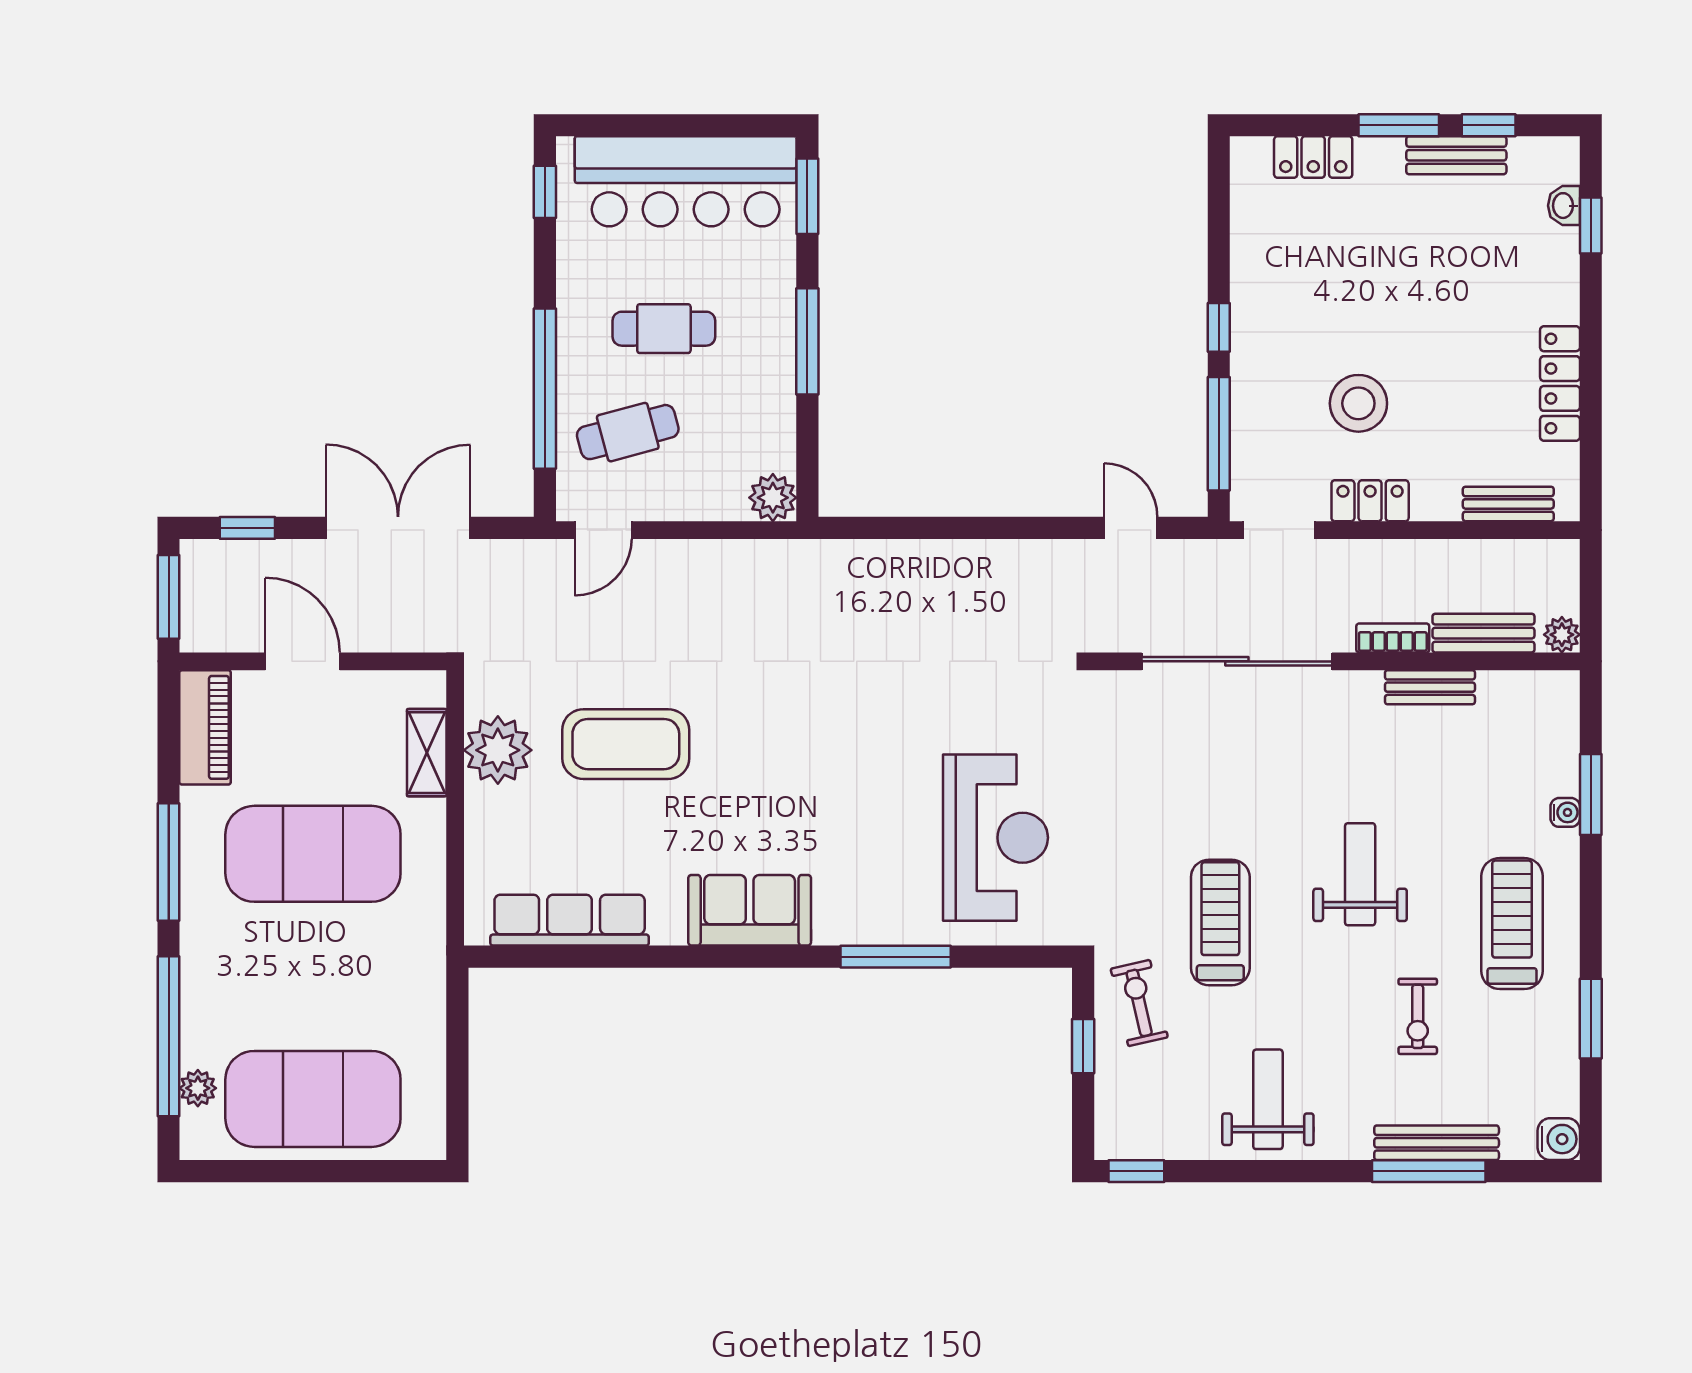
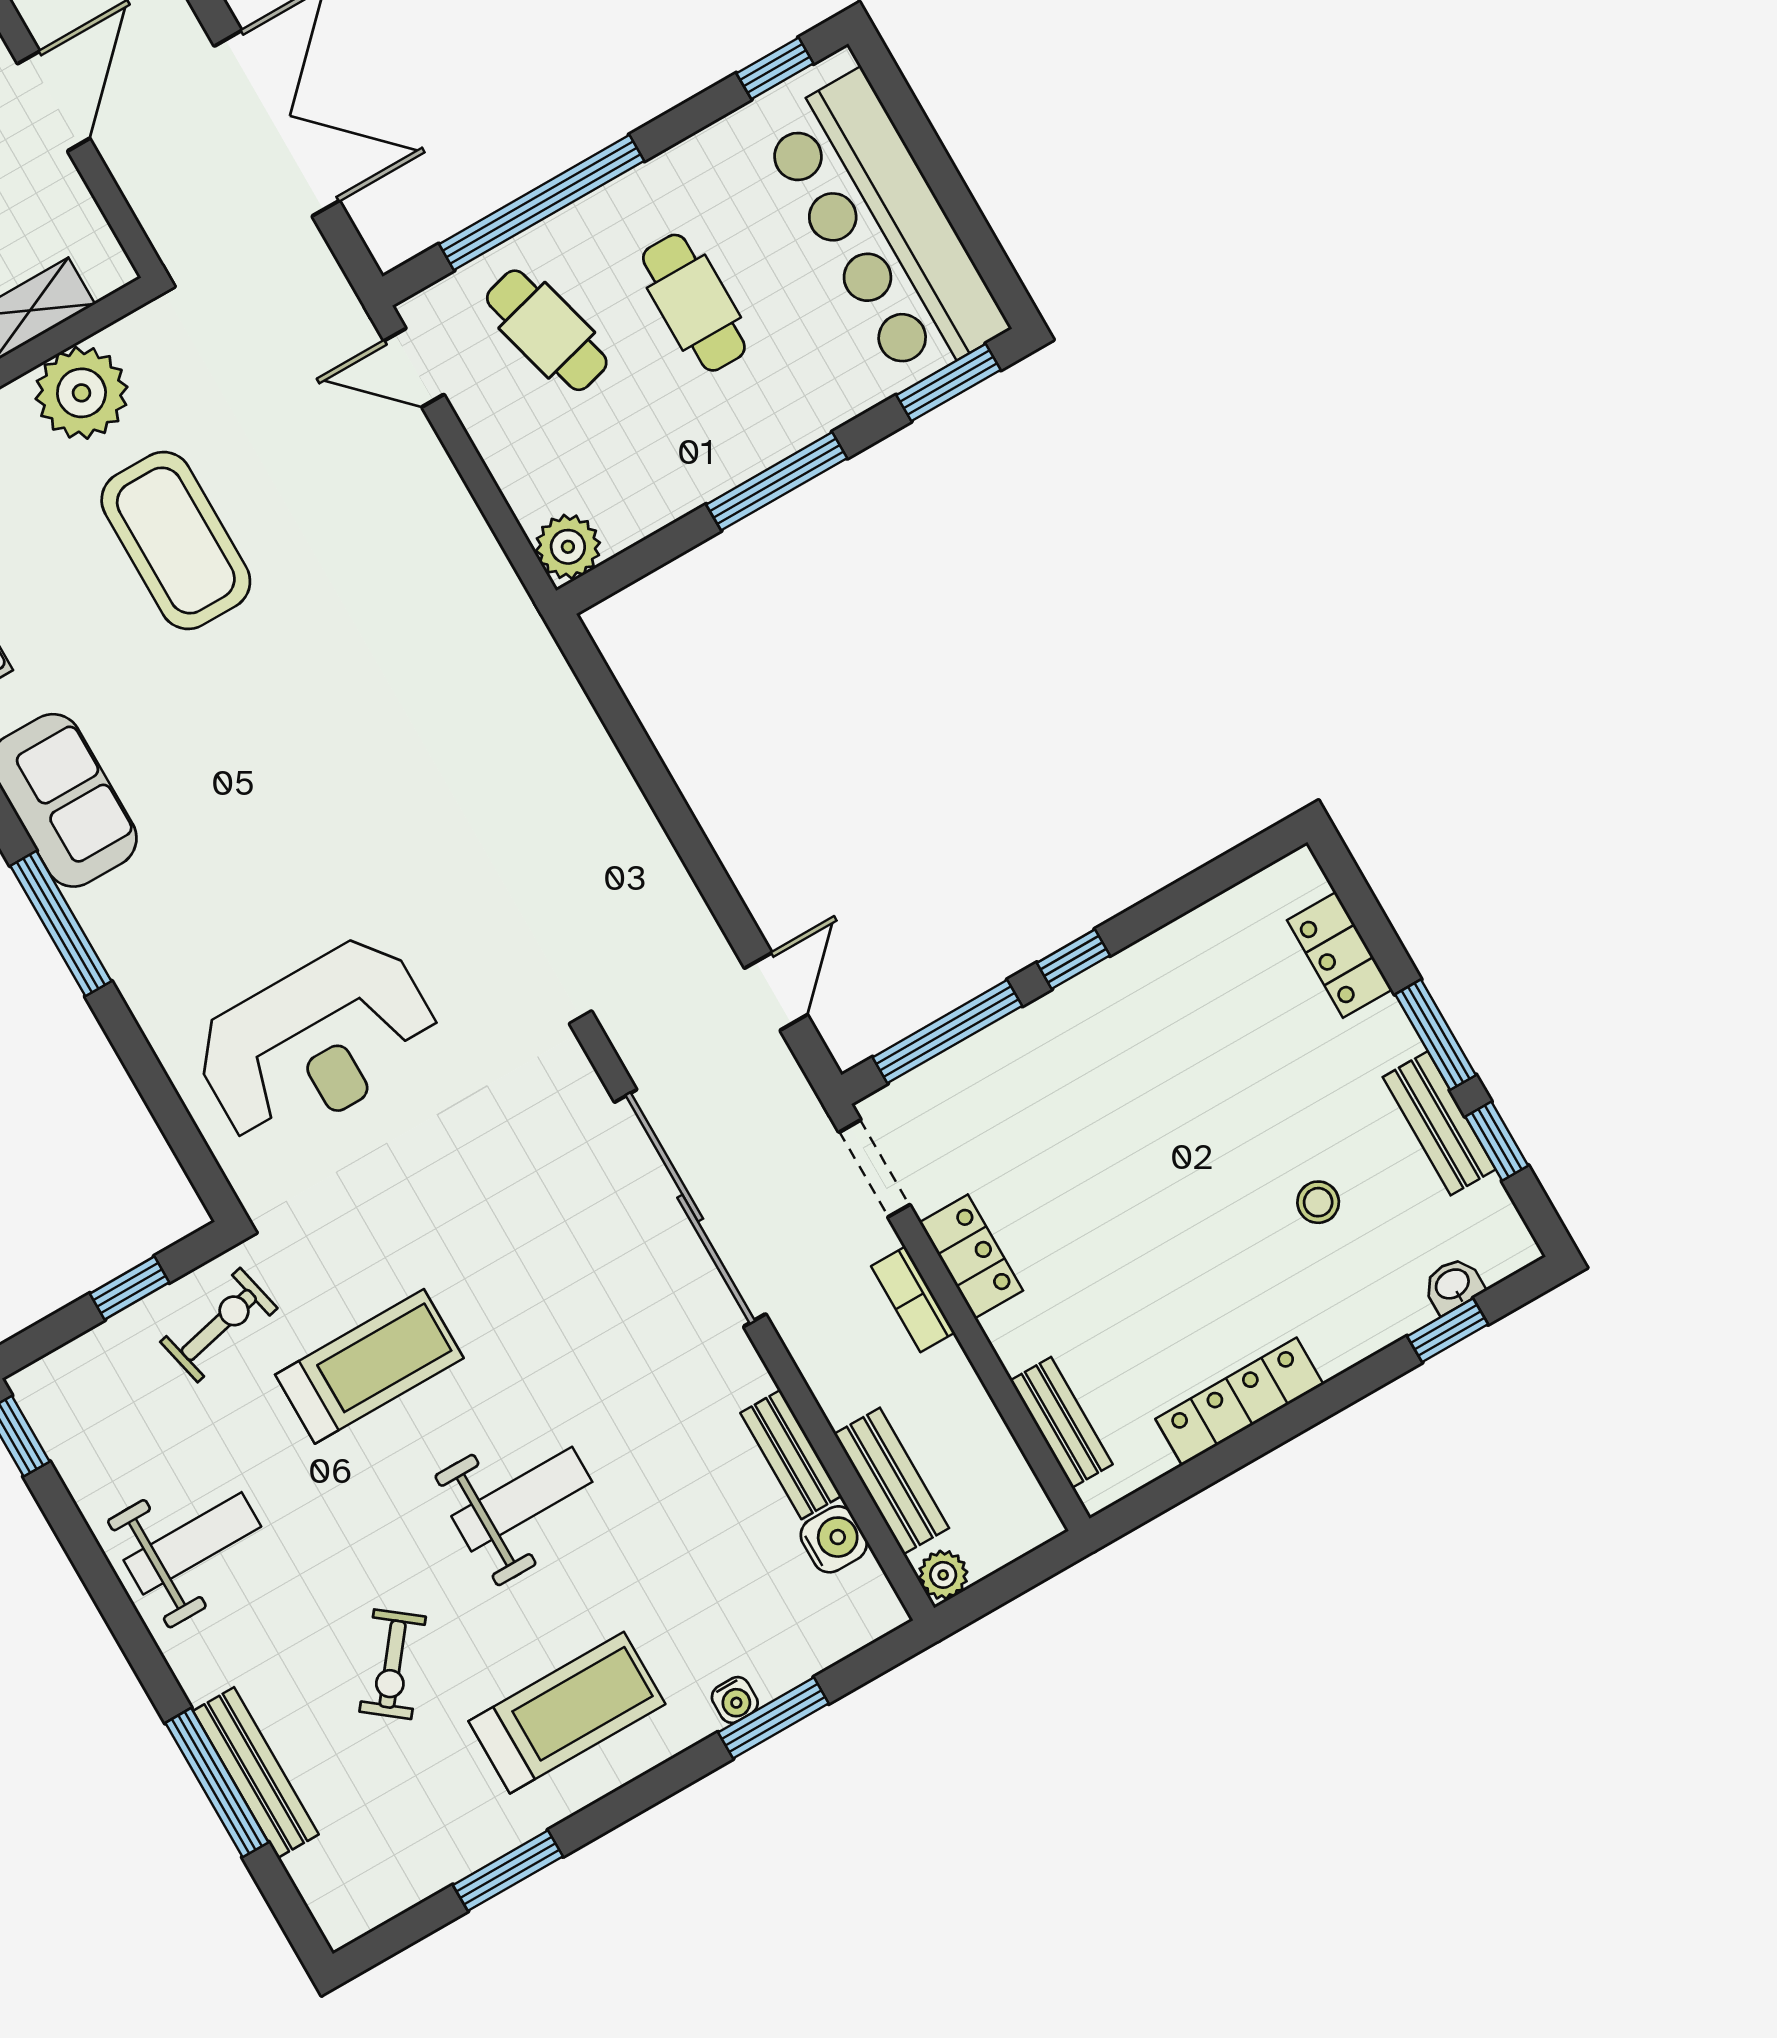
stool: (1358, 403) -> (1318, 1202), moved, width x0.53, depth x0.53
bookcase: (1393, 638) -> (913, 1299), moved, turned 180
window: (896, 957) -> (61, 923), moved
exercise bike: (1418, 1016) -> (393, 1664), turned -52
water cooler: (1559, 1139) -> (834, 1539), moved, turned -90

